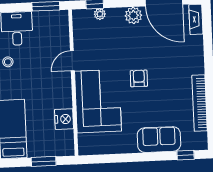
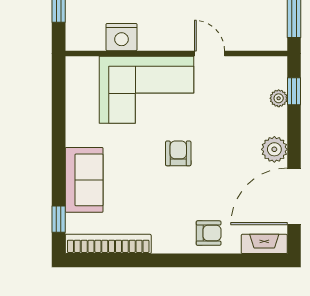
armchair: (190, 56) -> (209, 233), added
armchair: (139, 78) -> (178, 153), turned -90
bookcase: (200, 103) -> (108, 244), moved

